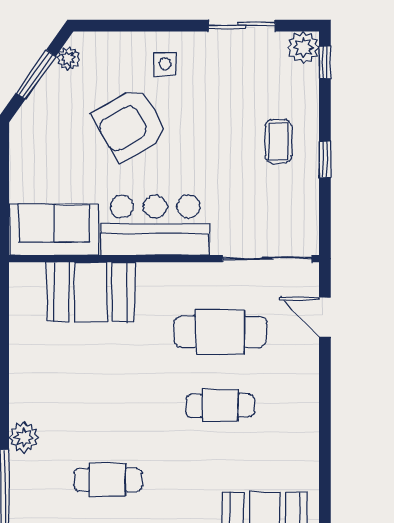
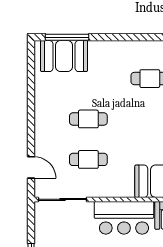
cafe table: (220, 332) -> (88, 159), width x0.73, depth x0.74

